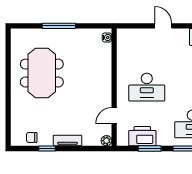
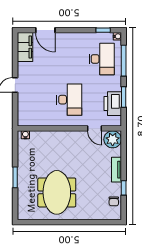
window: (59, 26) -> (15, 177), width x0.69
meeting table: (42, 73) -> (57, 192), turned 90
plant: (106, 141) -> (113, 139), width x1.88, depth x1.88

